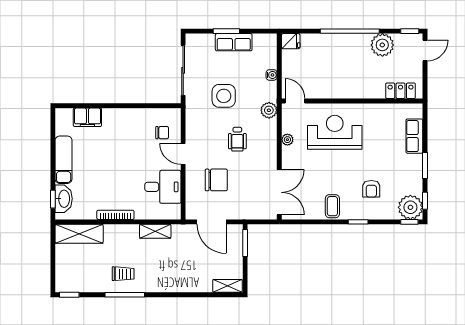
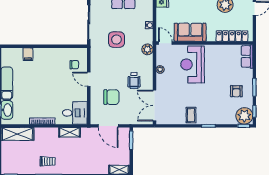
sofa: (331, 85) -> (190, 32), added
locker: (401, 91) -> (232, 36), width x1.53
filing cabinet: (87, 117) -> (28, 54), width x0.50
reception desk: (335, 132) -> (193, 64), turned -90
row of seats: (414, 136) -> (247, 56), moved
wheelchair: (237, 139) -> (134, 80), moved
desk: (163, 187) -> (75, 113), moved
armchair: (371, 189) -> (236, 91), moved
double door: (279, 192) -> (155, 106), swing flipped

